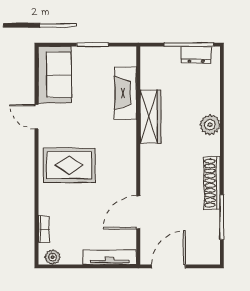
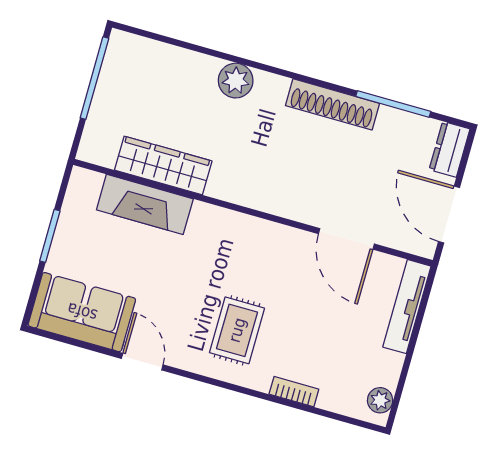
dresser: (196, 55) -> (449, 149), moved, turned 180
wardrobe: (150, 116) -> (163, 165), moved
door: (36, 117) -> (142, 362), swing flipped
rug: (69, 165) -> (237, 330), width x0.73, depth x0.70
bookcase: (44, 229) -> (294, 392), moved

